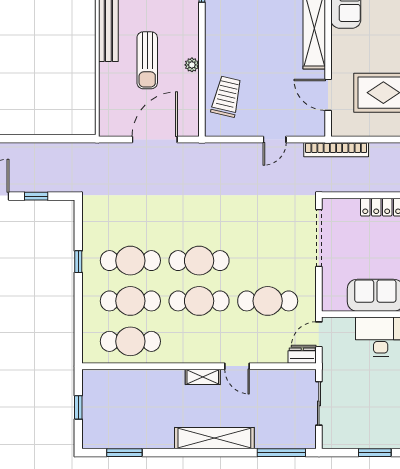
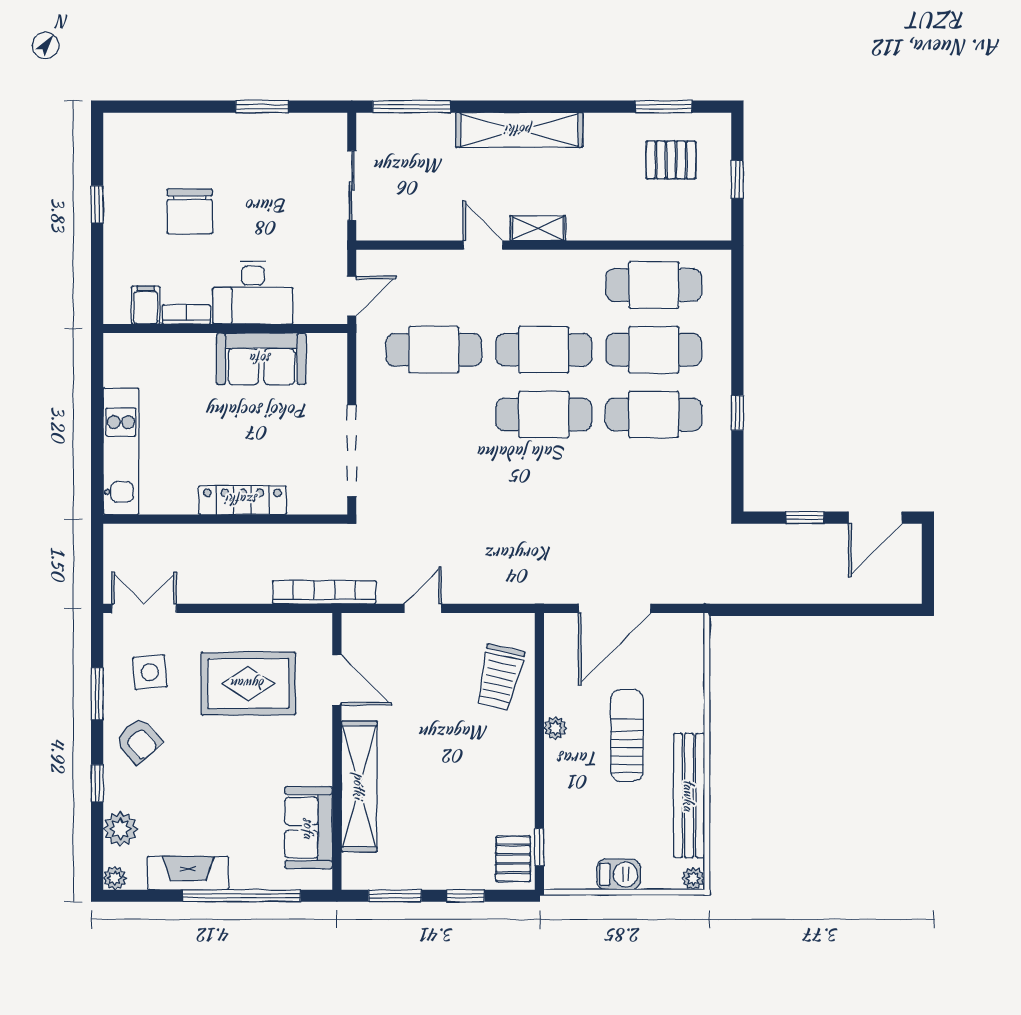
dresser: (302, 356) -> (379, 262), removed
pallet: (120, 419) -> (671, 160), added

